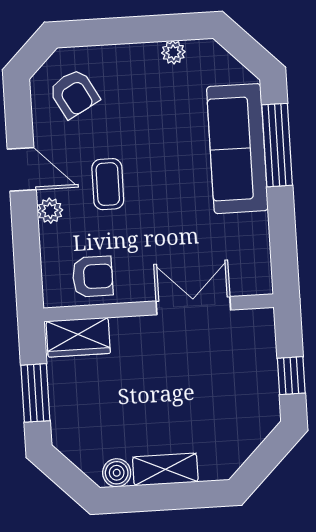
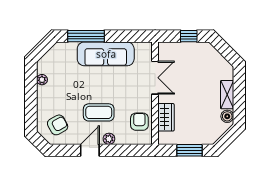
sofa: (237, 149) -> (106, 54), moved
coffee table: (108, 184) -> (99, 112), width x1.36, depth x1.30
double door: (193, 306) -> (155, 78), swing flipped
wardrobe: (78, 337) -> (166, 117), moved

